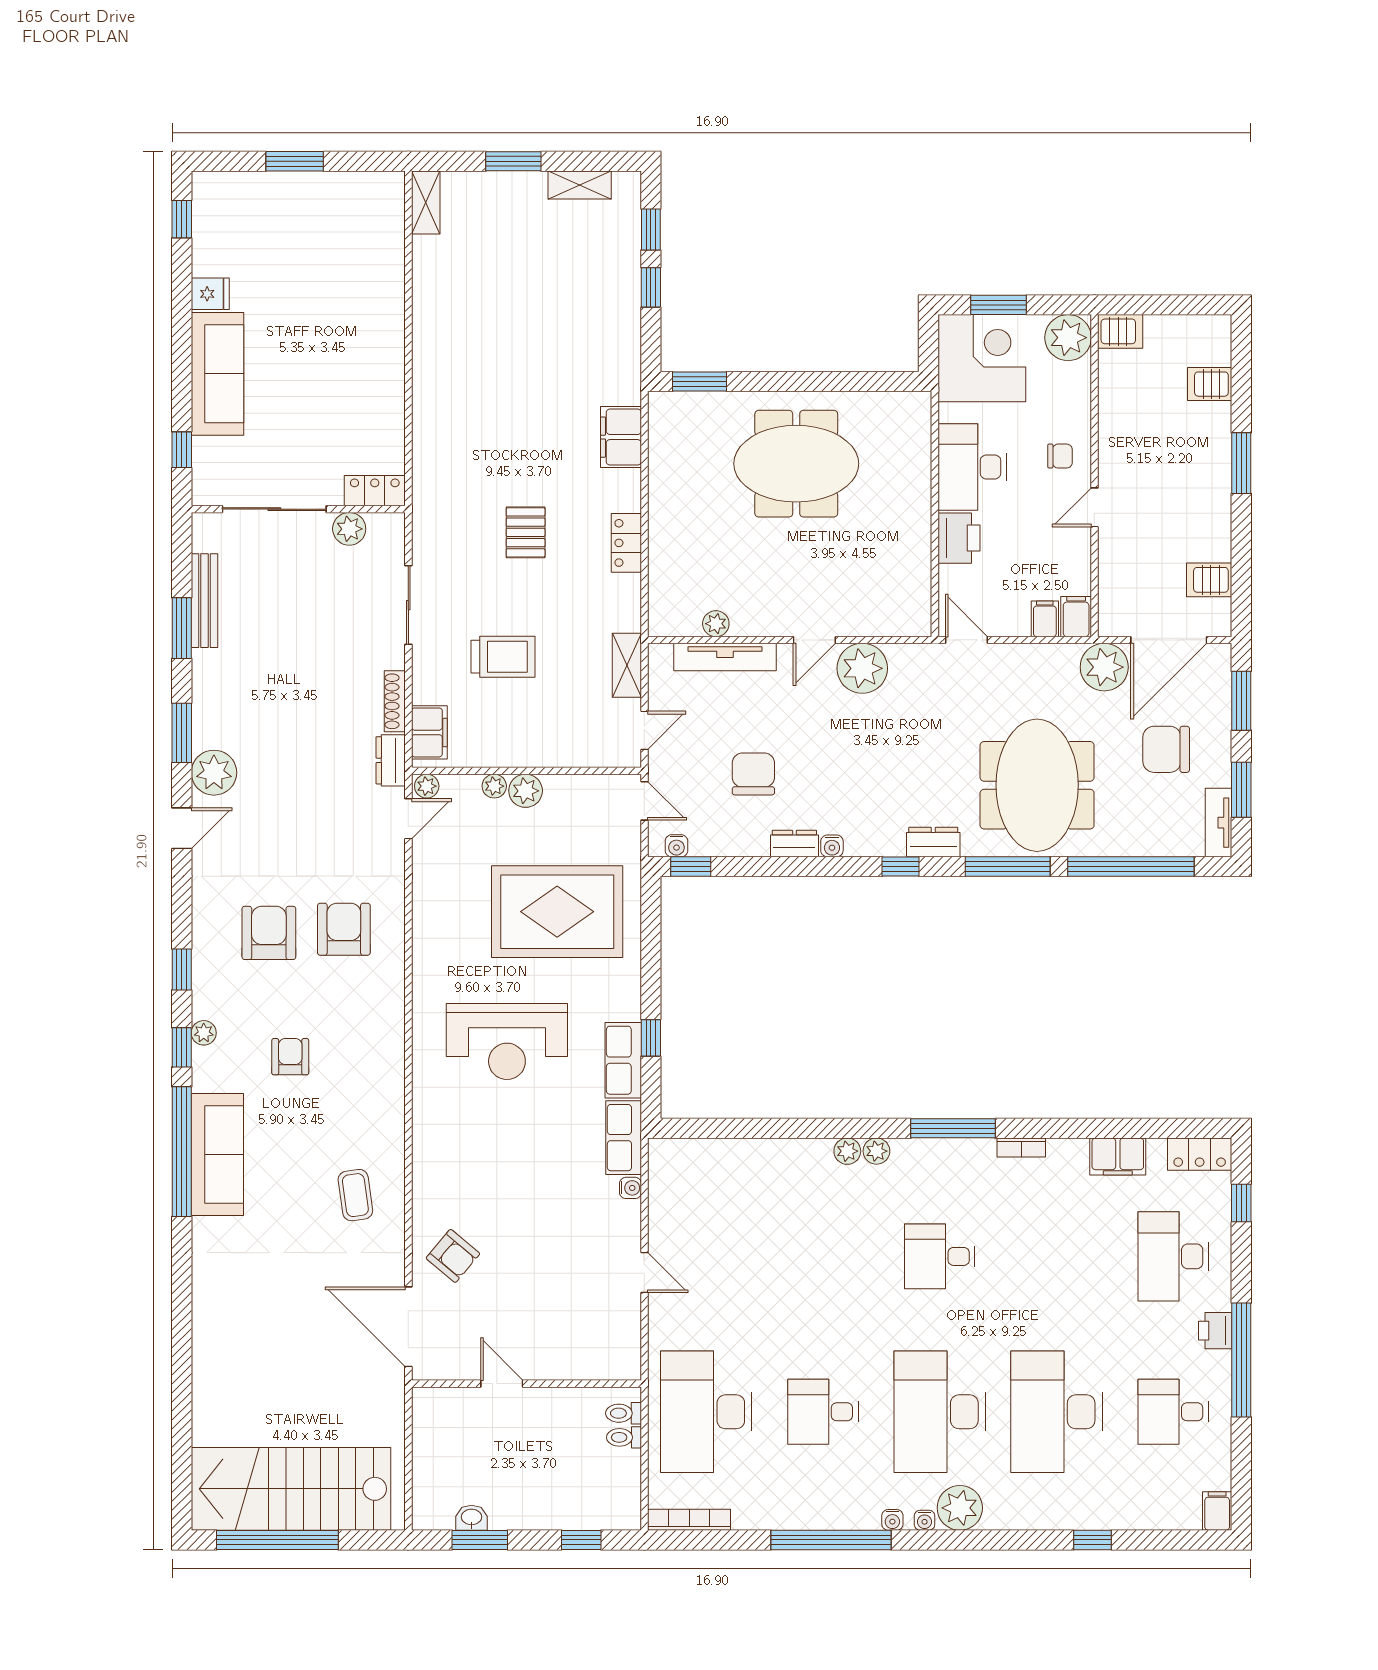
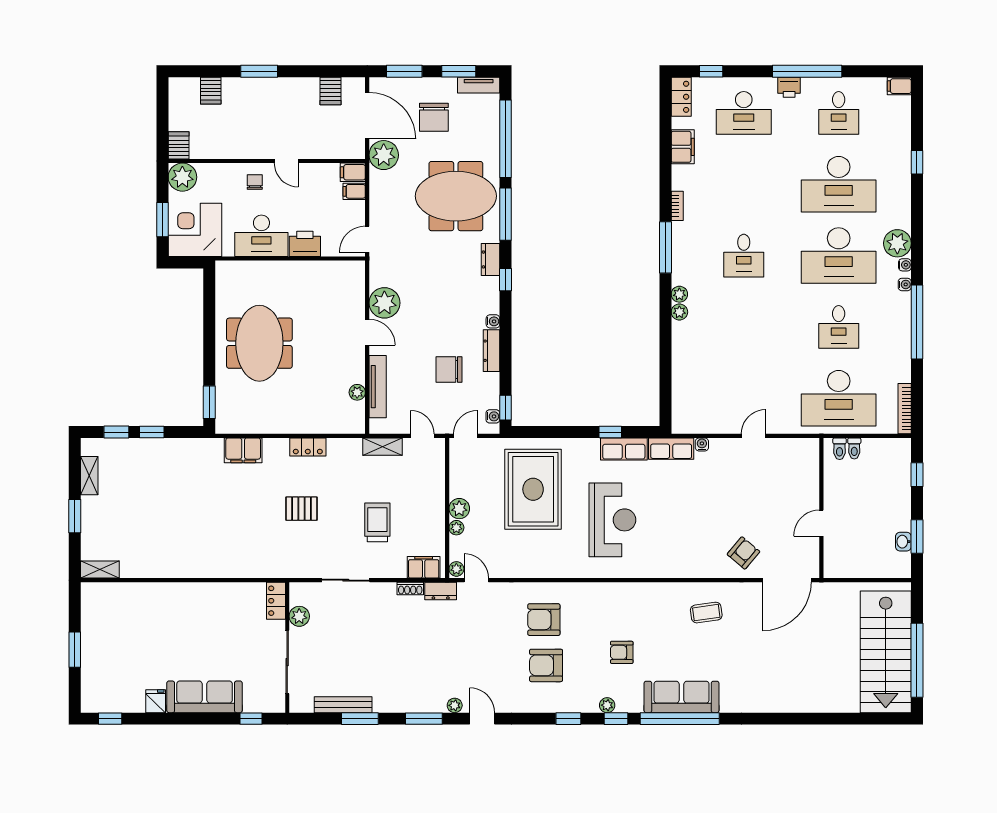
shoe rack: (395, 701) -> (410, 589), width x0.70
plant: (214, 773) -> (455, 705), width x0.53, depth x0.53
dresser: (794, 844) -> (491, 351), width x1.44

